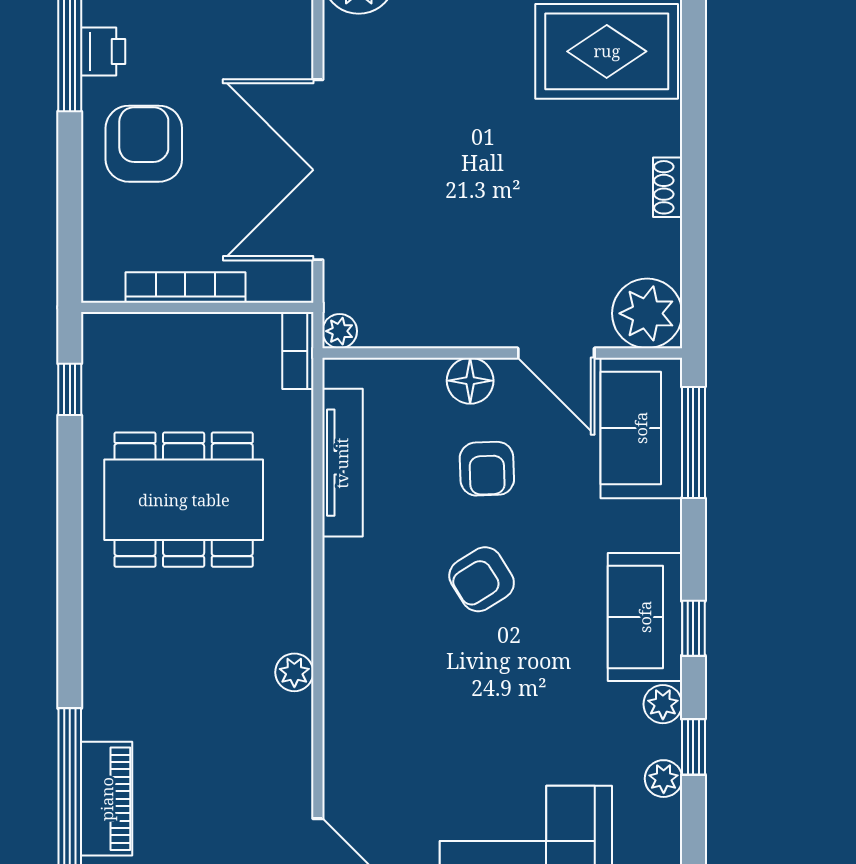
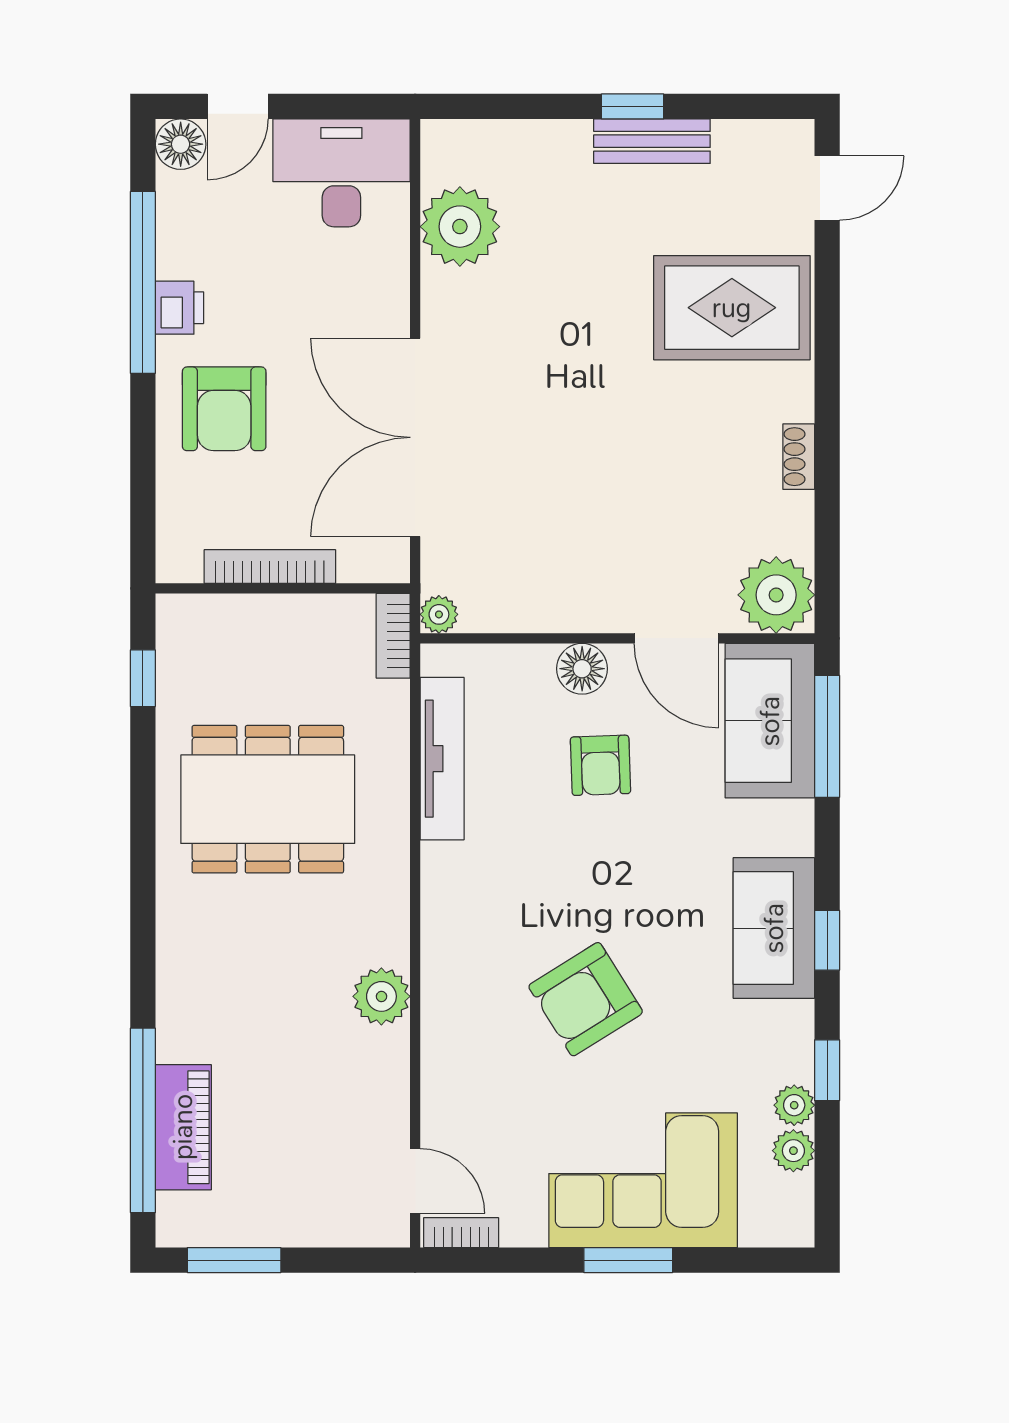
armchair: (144, 144) -> (224, 409), turned 180
armchair: (482, 579) -> (586, 999), moved, width x1.38, depth x1.38
plant: (294, 672) -> (381, 996), width x1.38, depth x1.38
plant: (663, 704) -> (793, 1151), moved

